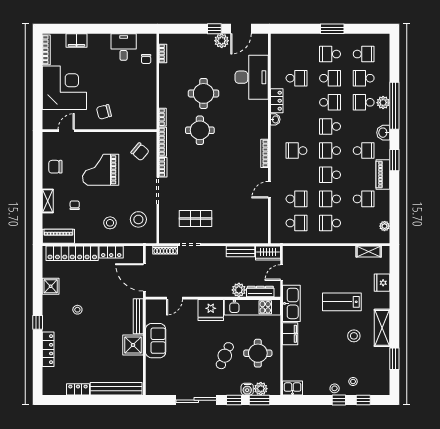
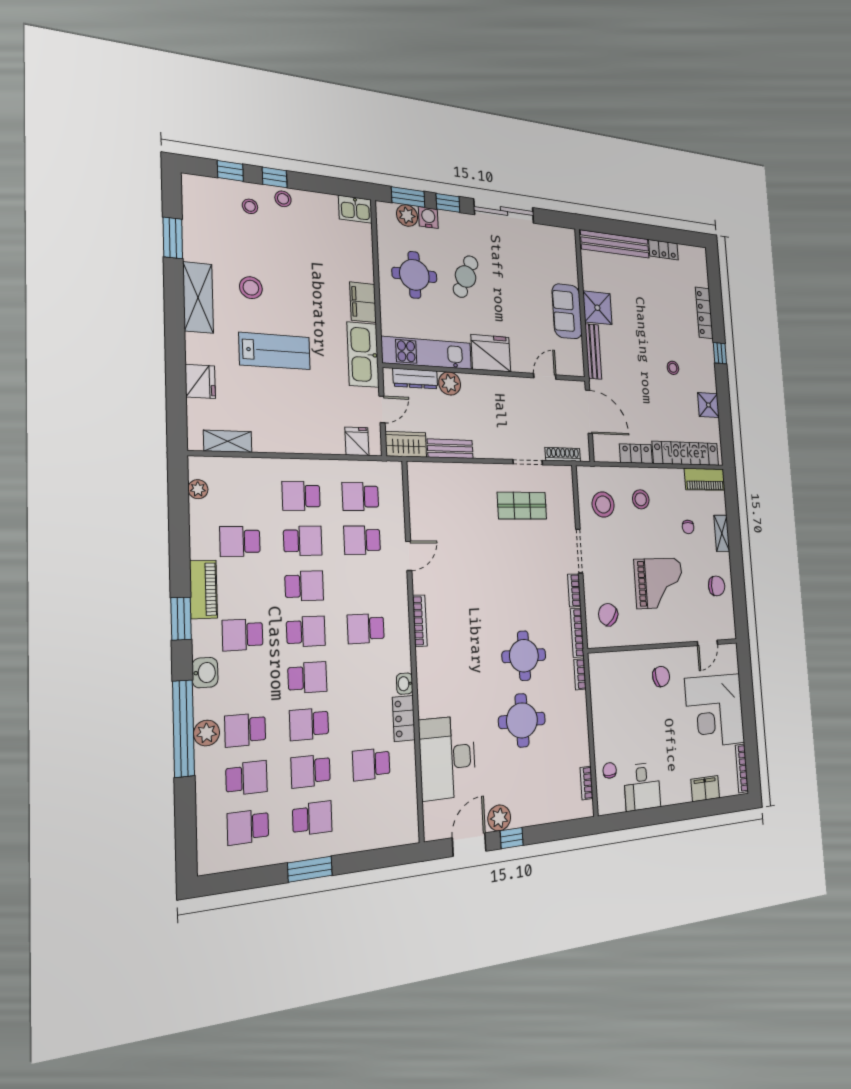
school desk: (364, 102) -> (245, 730), turned 180
school desk: (296, 151) -> (366, 629), turned 180
school desk: (330, 223) -> (301, 496), turned 180
fridge: (297, 254) -> (357, 441), added

